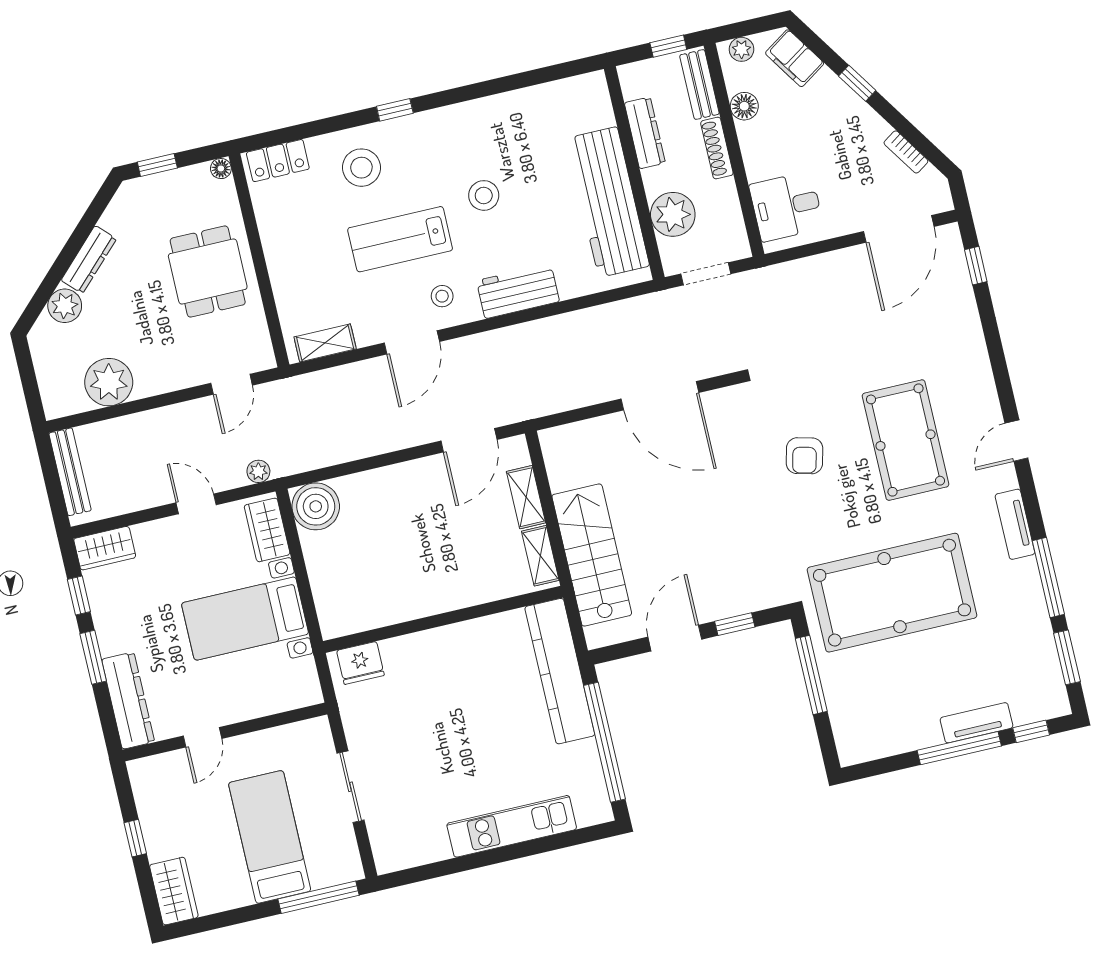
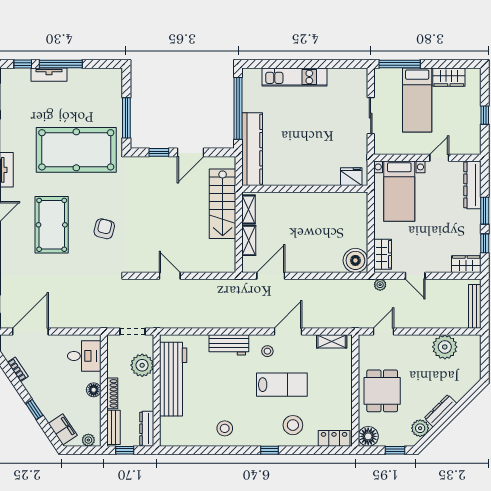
floor lamp: (744, 106) -> (94, 390), moved
dresser: (645, 133) -> (147, 429), moved
floor lamp: (221, 169) -> (368, 436), width x1.89, depth x1.89
stool: (484, 195) -> (225, 428), moved
plant: (65, 306) -> (420, 428), moved
door: (660, 396) -> (170, 276), width x0.53
bed with nightstands: (245, 619) -> (399, 191), moved, turned 90
wardrobe: (174, 891) -> (449, 77), moved, turned -90

